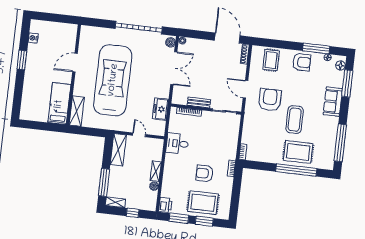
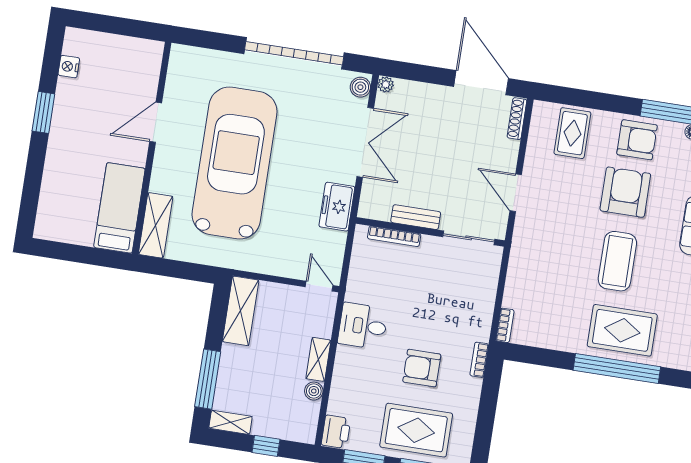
armchair: (270, 100) -> (625, 192), moved
freezer: (160, 109) -> (337, 207), moved
door: (139, 135) -> (319, 286), moved
desk: (177, 144) -> (363, 326), moved

